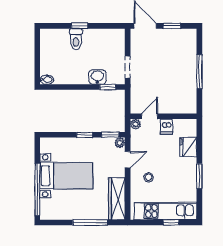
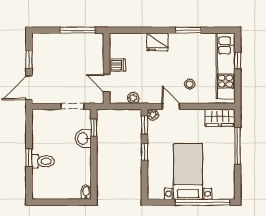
door: (150, 116) -> (106, 83), moved
wall: (164, 116) -> (106, 68), moved
dishwasher: (166, 127) -> (117, 65), moved
wardrobe: (117, 199) -> (220, 118), width x0.67

